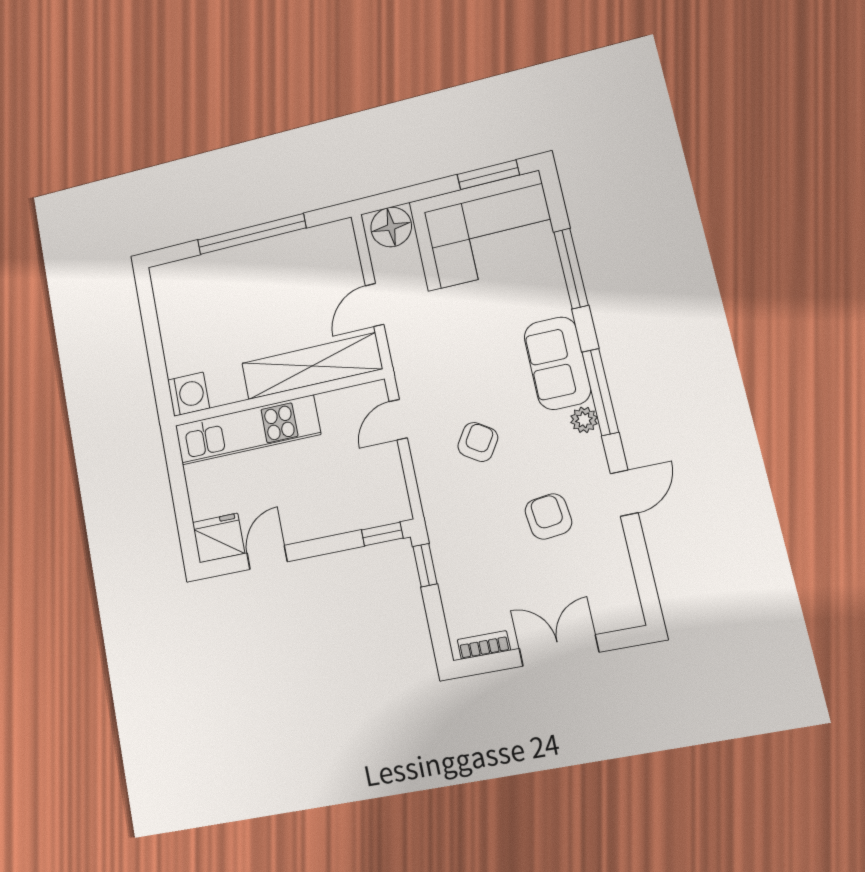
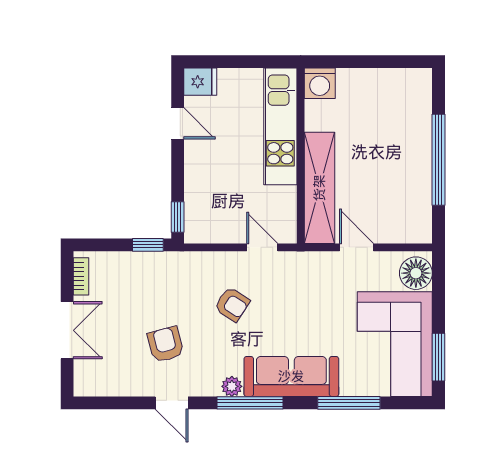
sofa: (557, 363) -> (291, 376), width x1.36
armchair: (548, 516) -> (166, 344), turned -98
fridge: (219, 538) -> (200, 82), width x0.72

